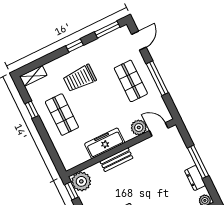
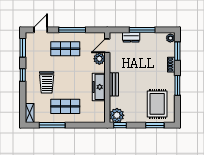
door: (139, 41) -> (41, 30), hinge flipped
window: (32, 110) -> (52, 125), width x2.17
dresser: (195, 178) -> (131, 37), moved

